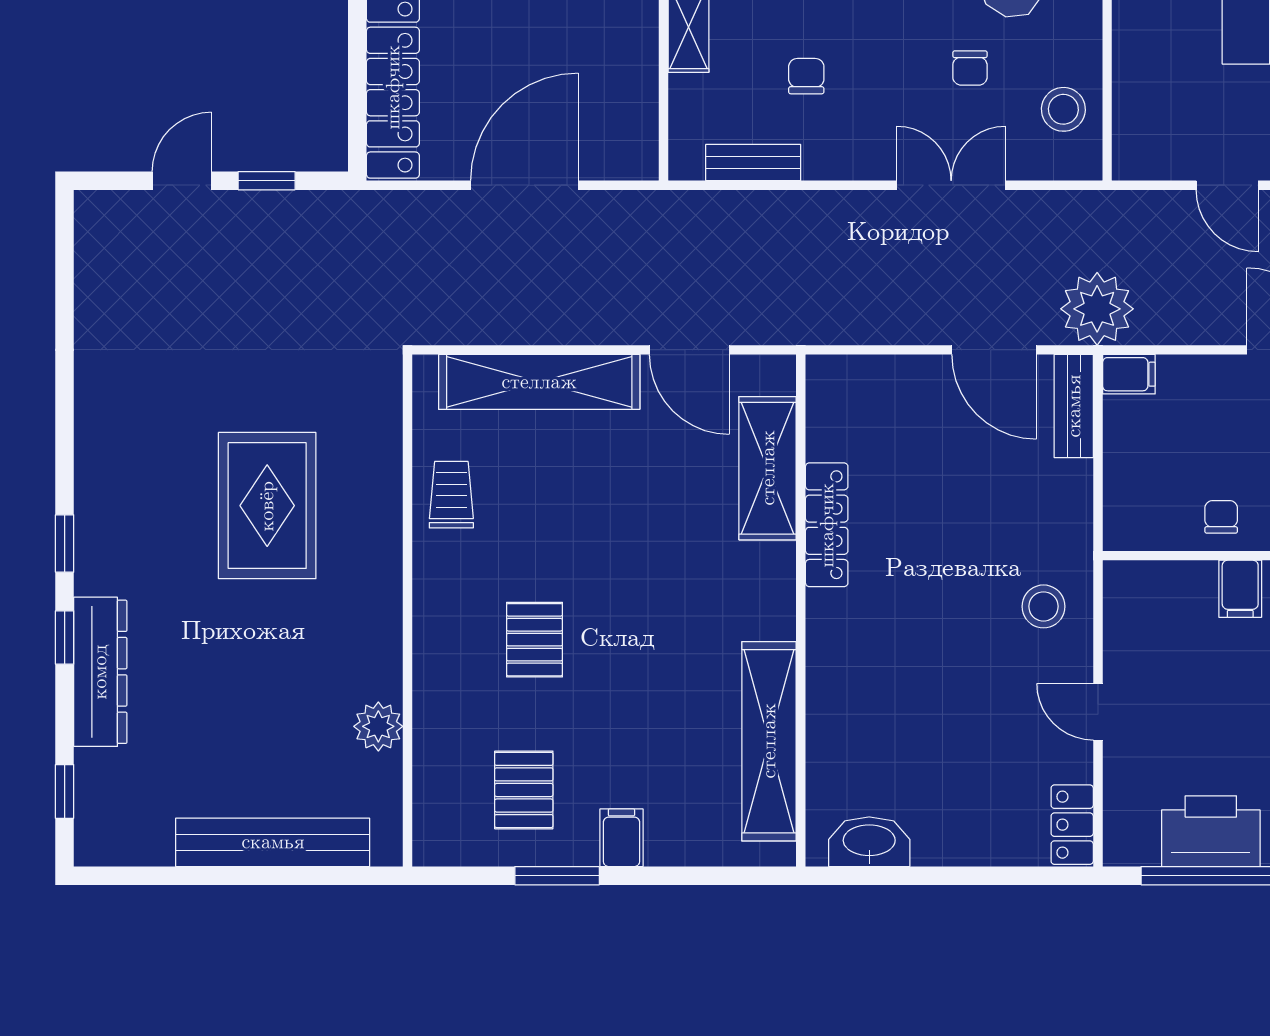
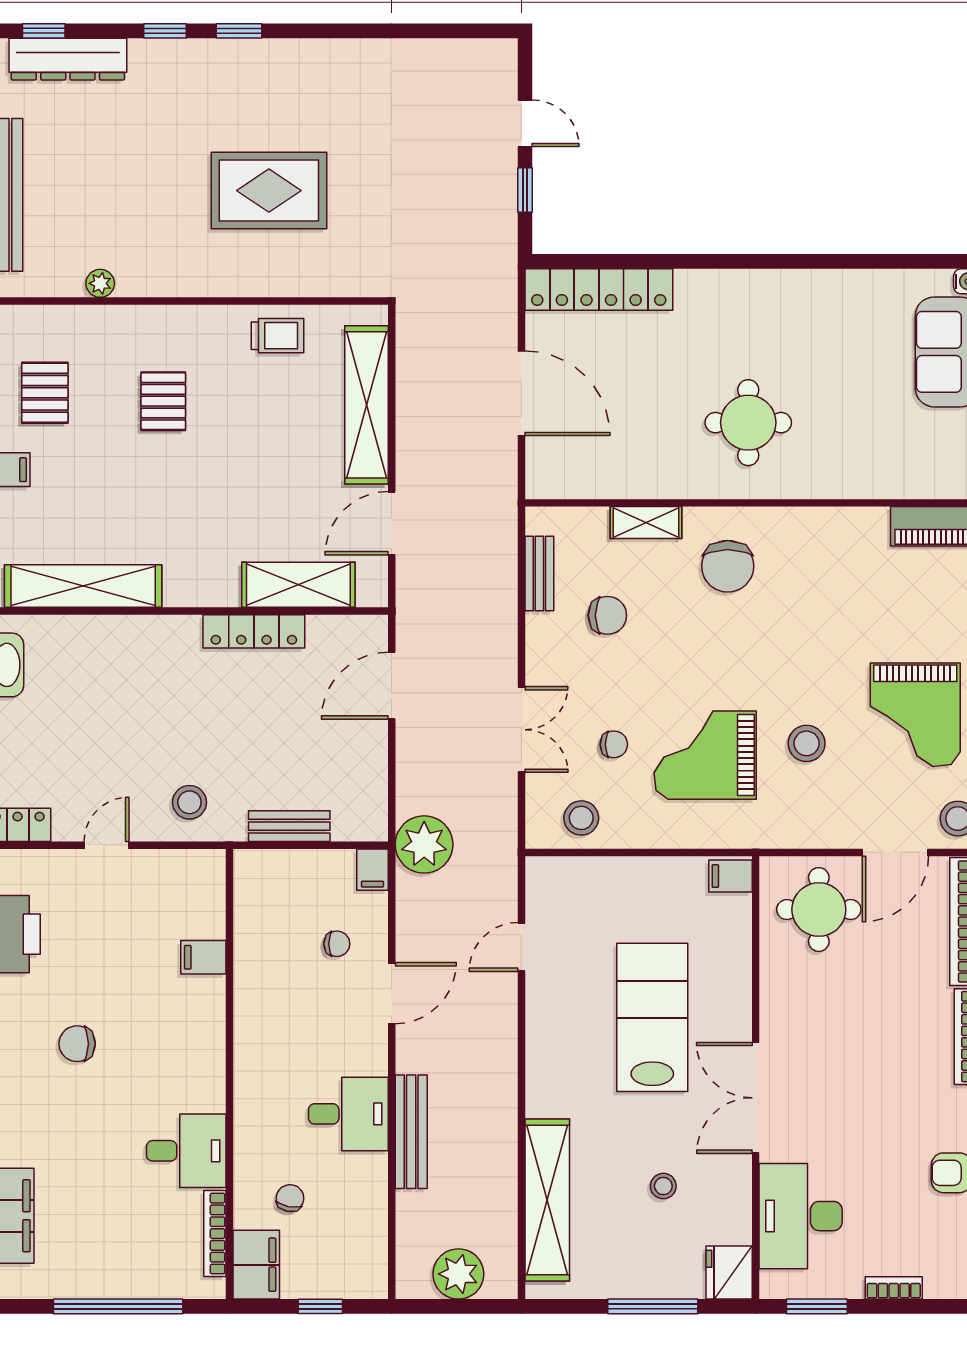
chair: (970, 68) -> (614, 744), turned 180
chair: (806, 76) -> (607, 615), width x1.37, depth x1.37
door: (994, 350) -> (392, 686), moved
bench: (1074, 406) -> (289, 826), moved
chair: (1221, 517) -> (337, 944), moved
pallet: (535, 640) -> (163, 401), turned 90
dresser: (100, 672) -> (68, 59), moved
plant: (378, 726) -> (100, 283), width x0.73, depth x0.73
pallet: (524, 790) -> (45, 393), turned 90

